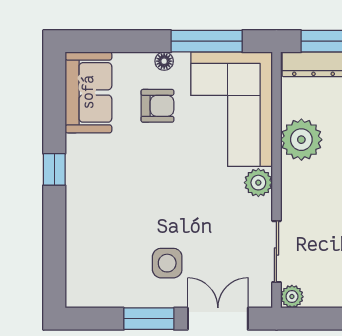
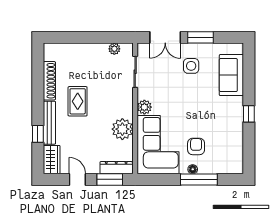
window: (207, 41) -> (199, 179), moved
sofa: (88, 92) -> (231, 75), moved
armchair: (157, 106) -> (196, 146), turned 90
plant: (292, 297) -> (114, 49), moved

